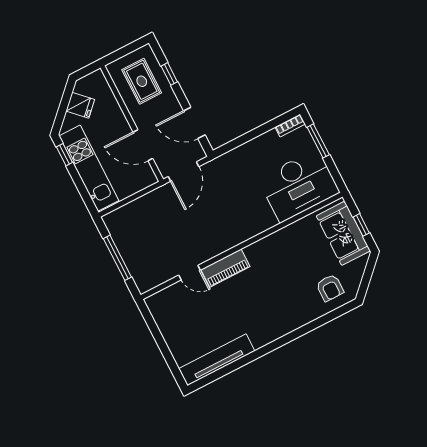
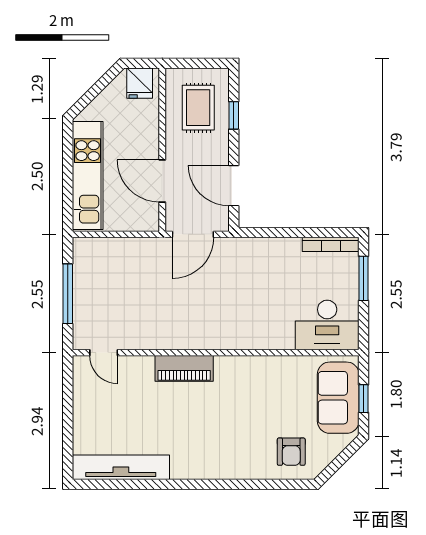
fridge: (80, 105) -> (140, 83), moved, turned 45
bookcase: (290, 126) -> (331, 244), width x1.56
window: (64, 155) -> (68, 146), removed
desk: (299, 185) -> (327, 325), width x0.73, depth x0.77
door: (190, 273) -> (104, 353), moved

